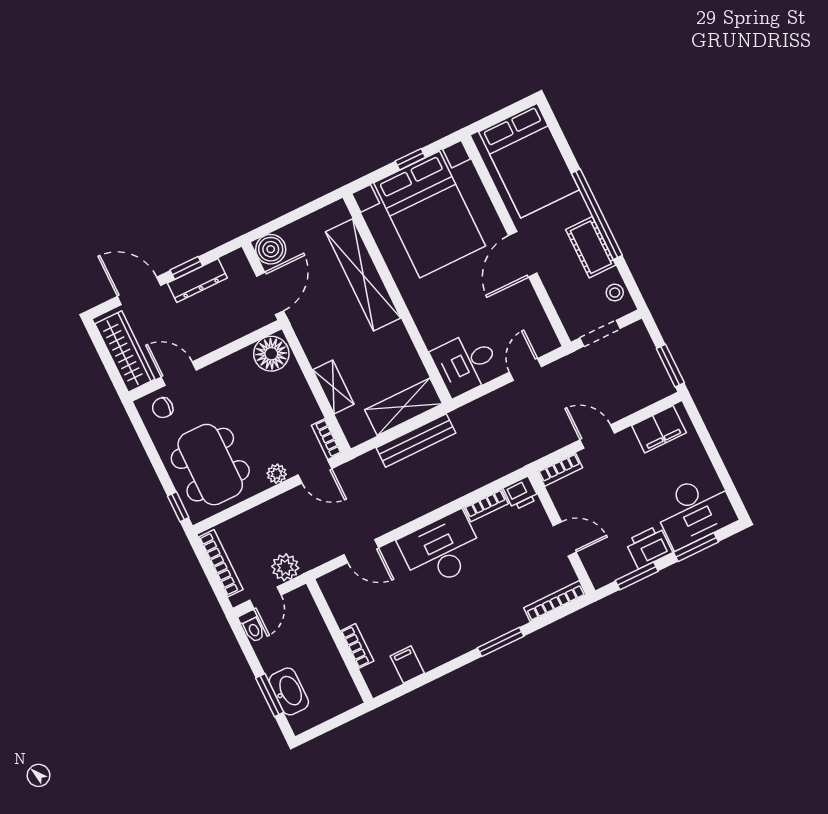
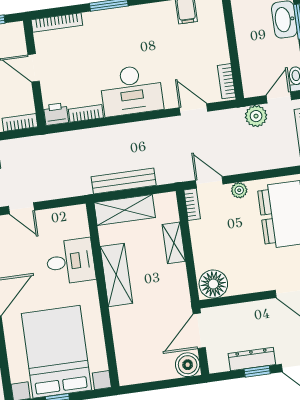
shelving: (363, 275) -> (116, 275), moved, width x0.68
desk: (466, 363) -> (70, 261), moved
door: (525, 369) -> (21, 208), hinge flipped
bookcase: (357, 646) -> (226, 81), moved

